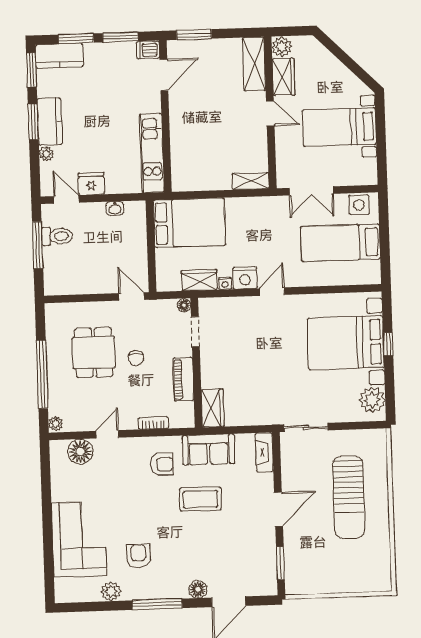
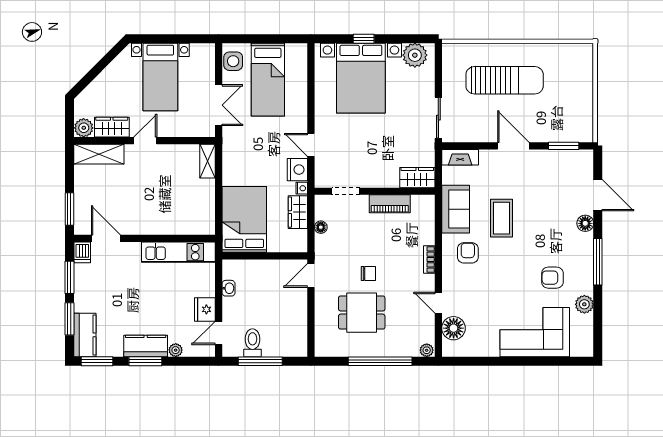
doorway: (195, 332) -> (346, 191), moved
wall: (196, 363) -> (375, 191), moved
piano: (184, 379) -> (390, 204), moved
wardrobe: (213, 408) -> (417, 178), moved

